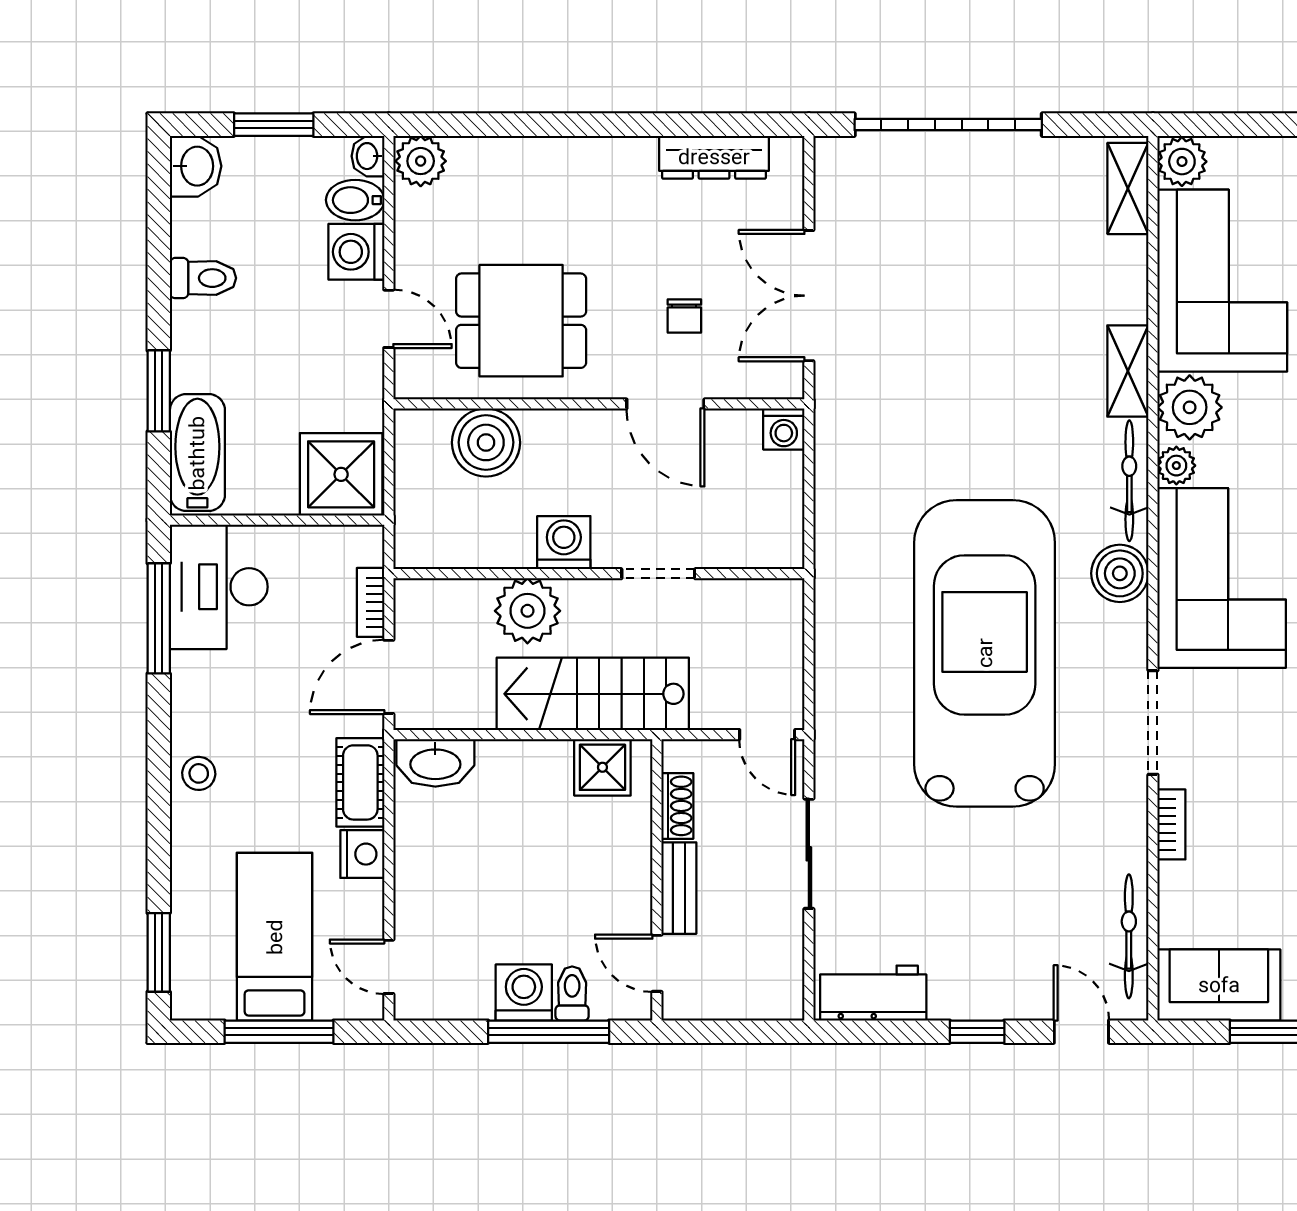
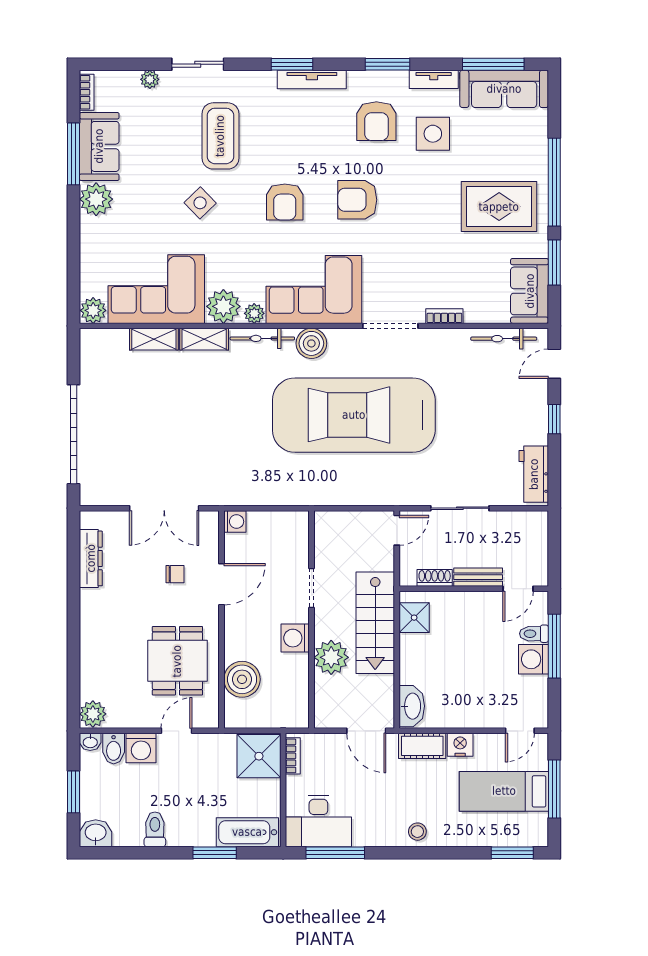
shelving: (1128, 188) -> (154, 339), moved
bookcase: (371, 602) -> (293, 756), moved, turned -90

